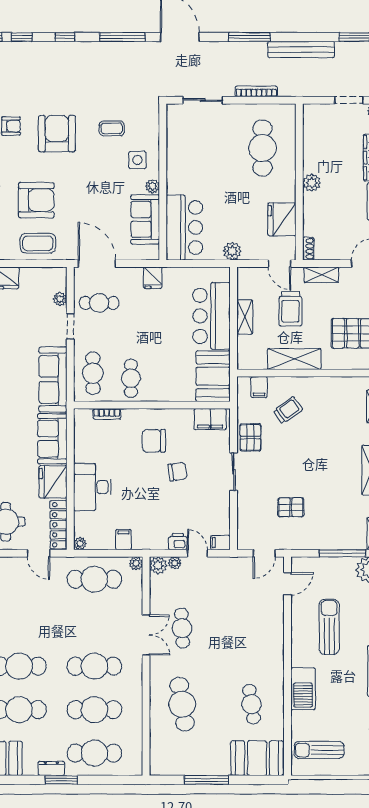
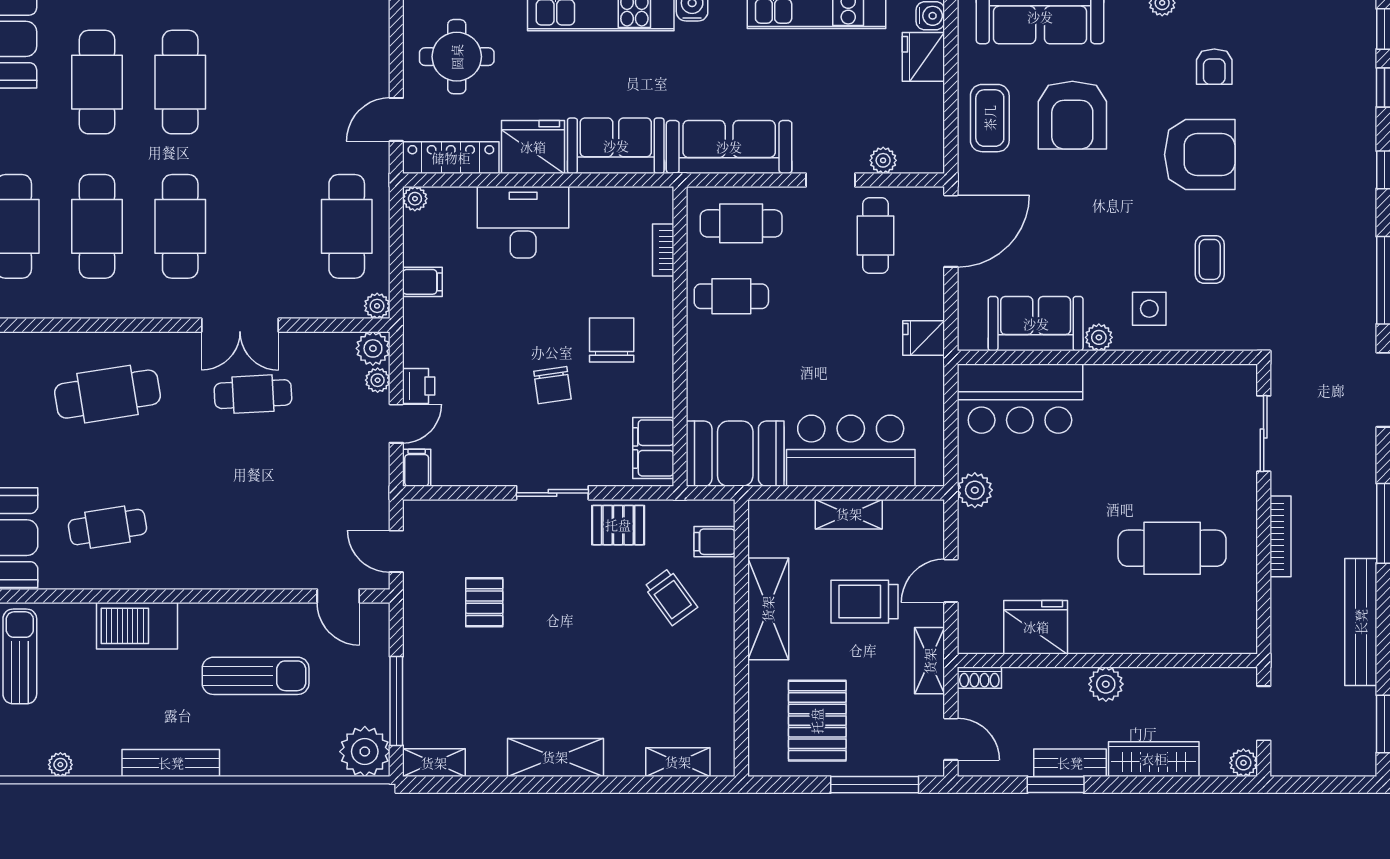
wall: (299, 182) -> (1107, 660), moved
plant: (312, 183) -> (1106, 684), moved
fridge: (282, 219) -> (1036, 627), moved
shoe rack: (308, 249) -> (979, 678), moved

